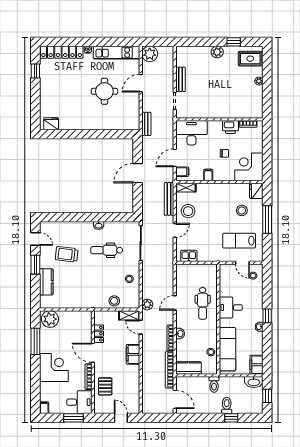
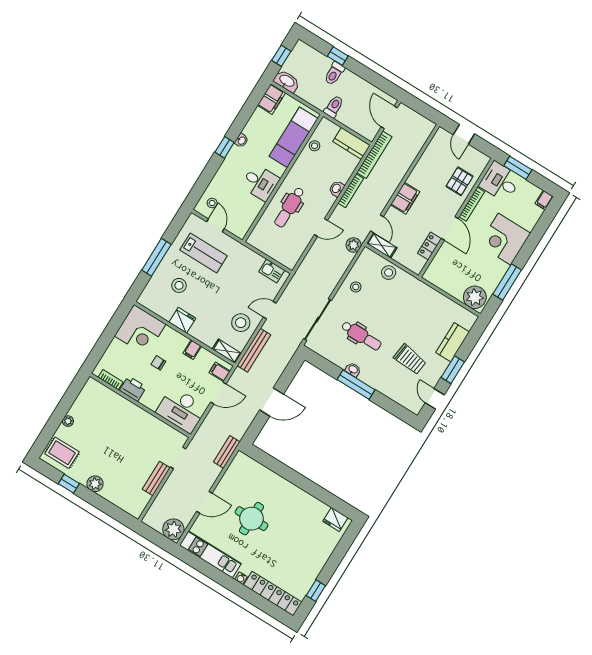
fridge: (256, 191) -> (182, 320), moved, turned -90
window: (91, 217) -> (356, 385), added
dental chair: (203, 303) -> (289, 207), turned 180

